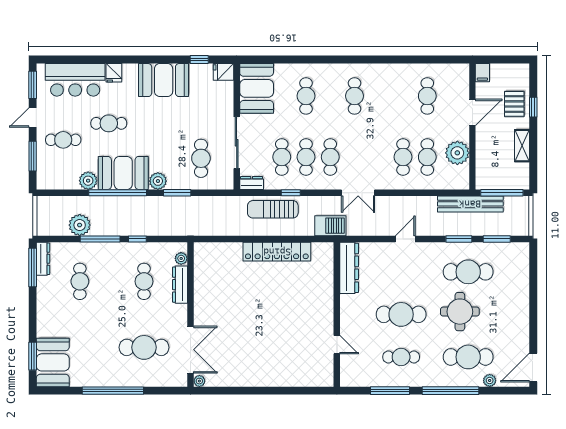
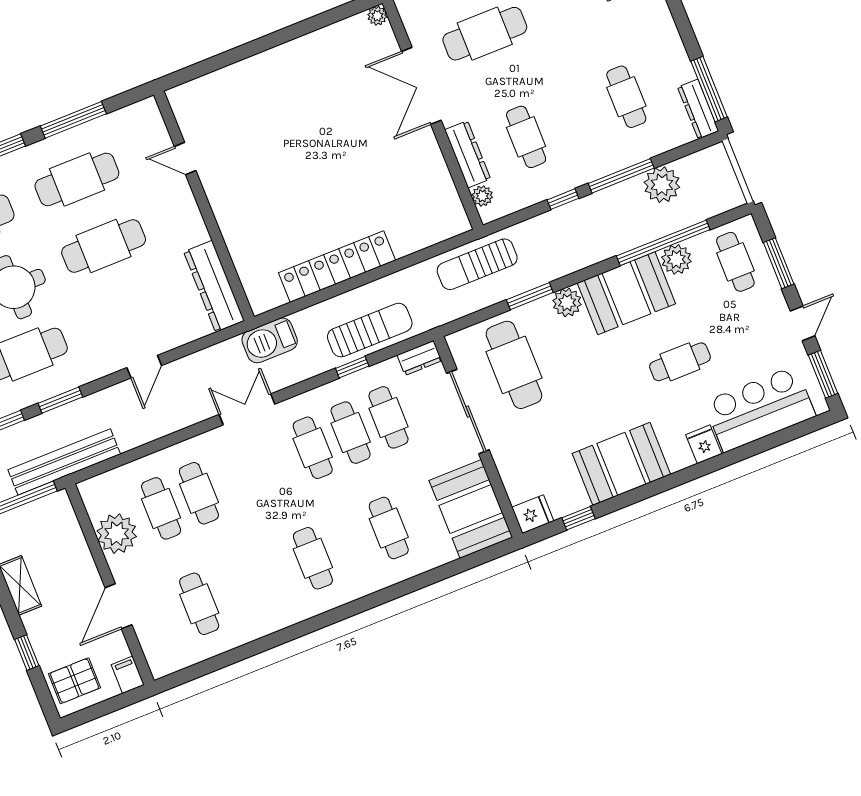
pallet: (514, 104) -> (75, 681), moved, turned 90
cafe table: (63, 140) -> (735, 262), moved, turned 90
cafe table: (201, 158) -> (514, 365), width x1.37, depth x1.35
window: (118, 193) -> (663, 243), moved
sun lounger: (199, 222) -> (477, 264), added
double door: (190, 350) -> (421, 86), moved
cafe table: (401, 357) -> (77, 179), width x1.37, depth x1.35

